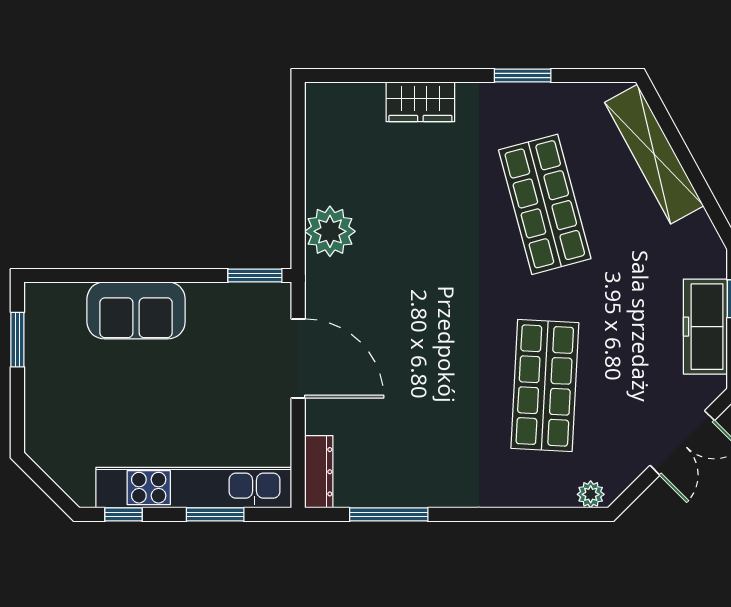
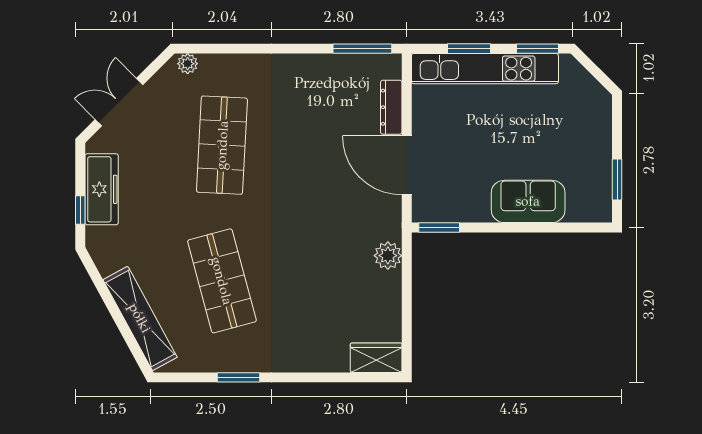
wardrobe: (420, 102) -> (376, 358), moved
plant: (330, 231) -> (388, 256), width x0.73, depth x0.73
dresser: (319, 472) -> (391, 107), moved
window: (123, 514) -> (538, 49), width x1.50
window: (389, 514) -> (362, 49), moved

